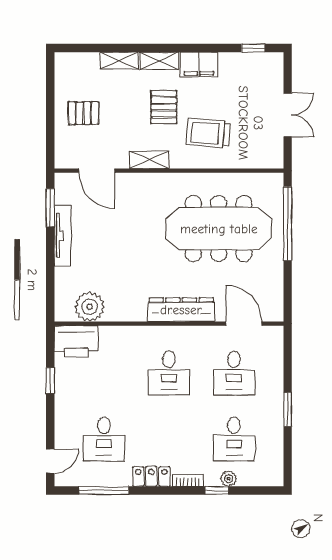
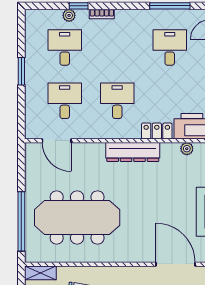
shelving: (149, 160) -> (40, 273), moved
door: (97, 171) -> (176, 264), width x1.36
plant: (90, 307) -> (187, 149), width x0.53, depth x0.53
dresser: (181, 310) -> (133, 152), moved
locker: (151, 477) -> (157, 131), moved, turned 180

